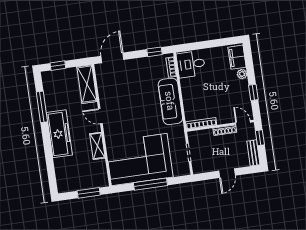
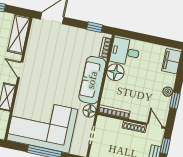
plant: (242, 74) -> (168, 92), moved
floor lamp: (189, 86) -> (115, 72), added
floor lamp: (178, 131) -> (89, 111), added

